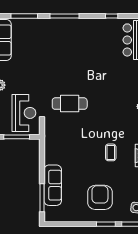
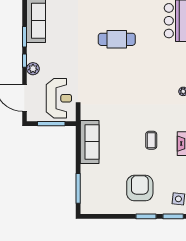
cafe table: (70, 104) -> (117, 39), moved
sofa: (53, 185) -> (90, 142), moved

